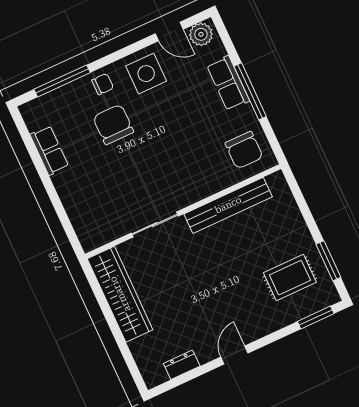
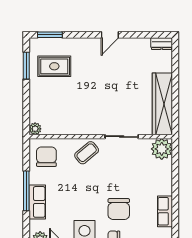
coffee table: (192, 181) -> (87, 153), added
plant: (277, 181) -> (35, 129), added
bench: (228, 205) -> (72, 128), removed
plant: (93, 233) -> (162, 149), added
dresser: (182, 365) -> (162, 44), moved

